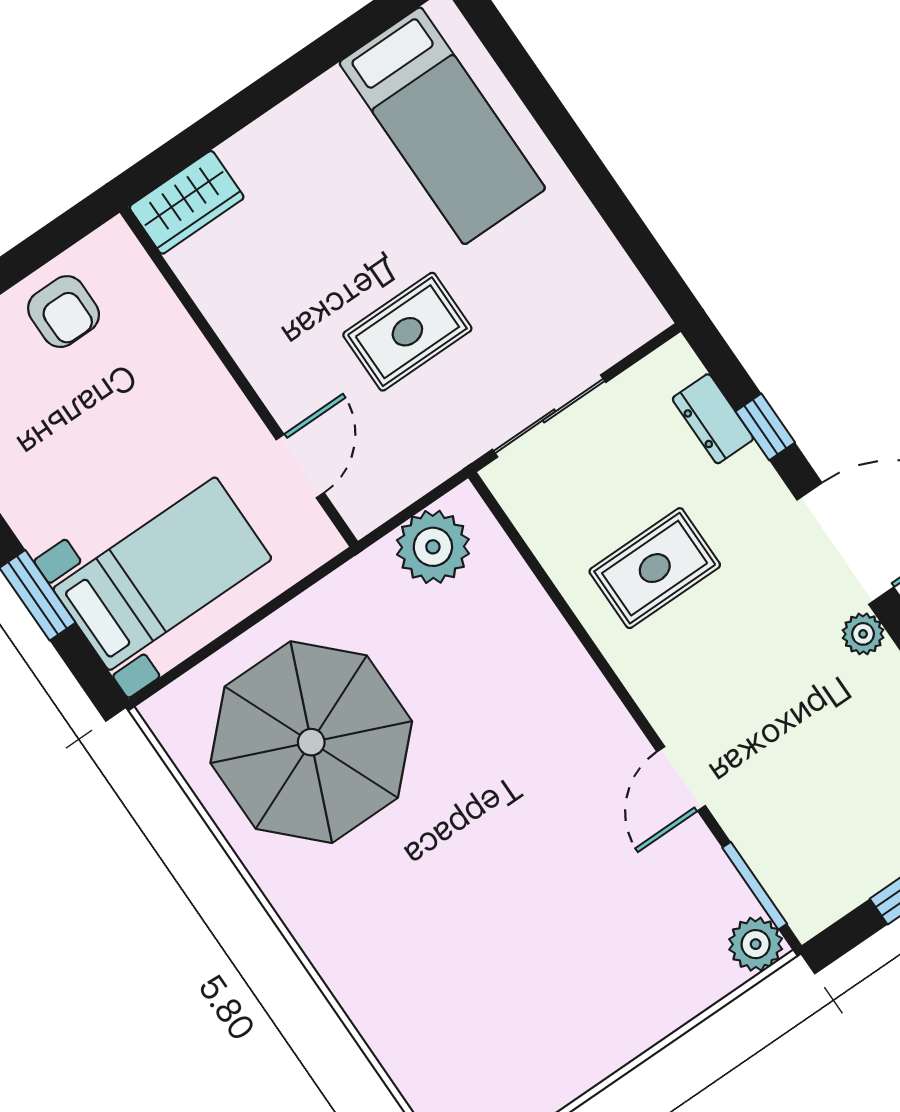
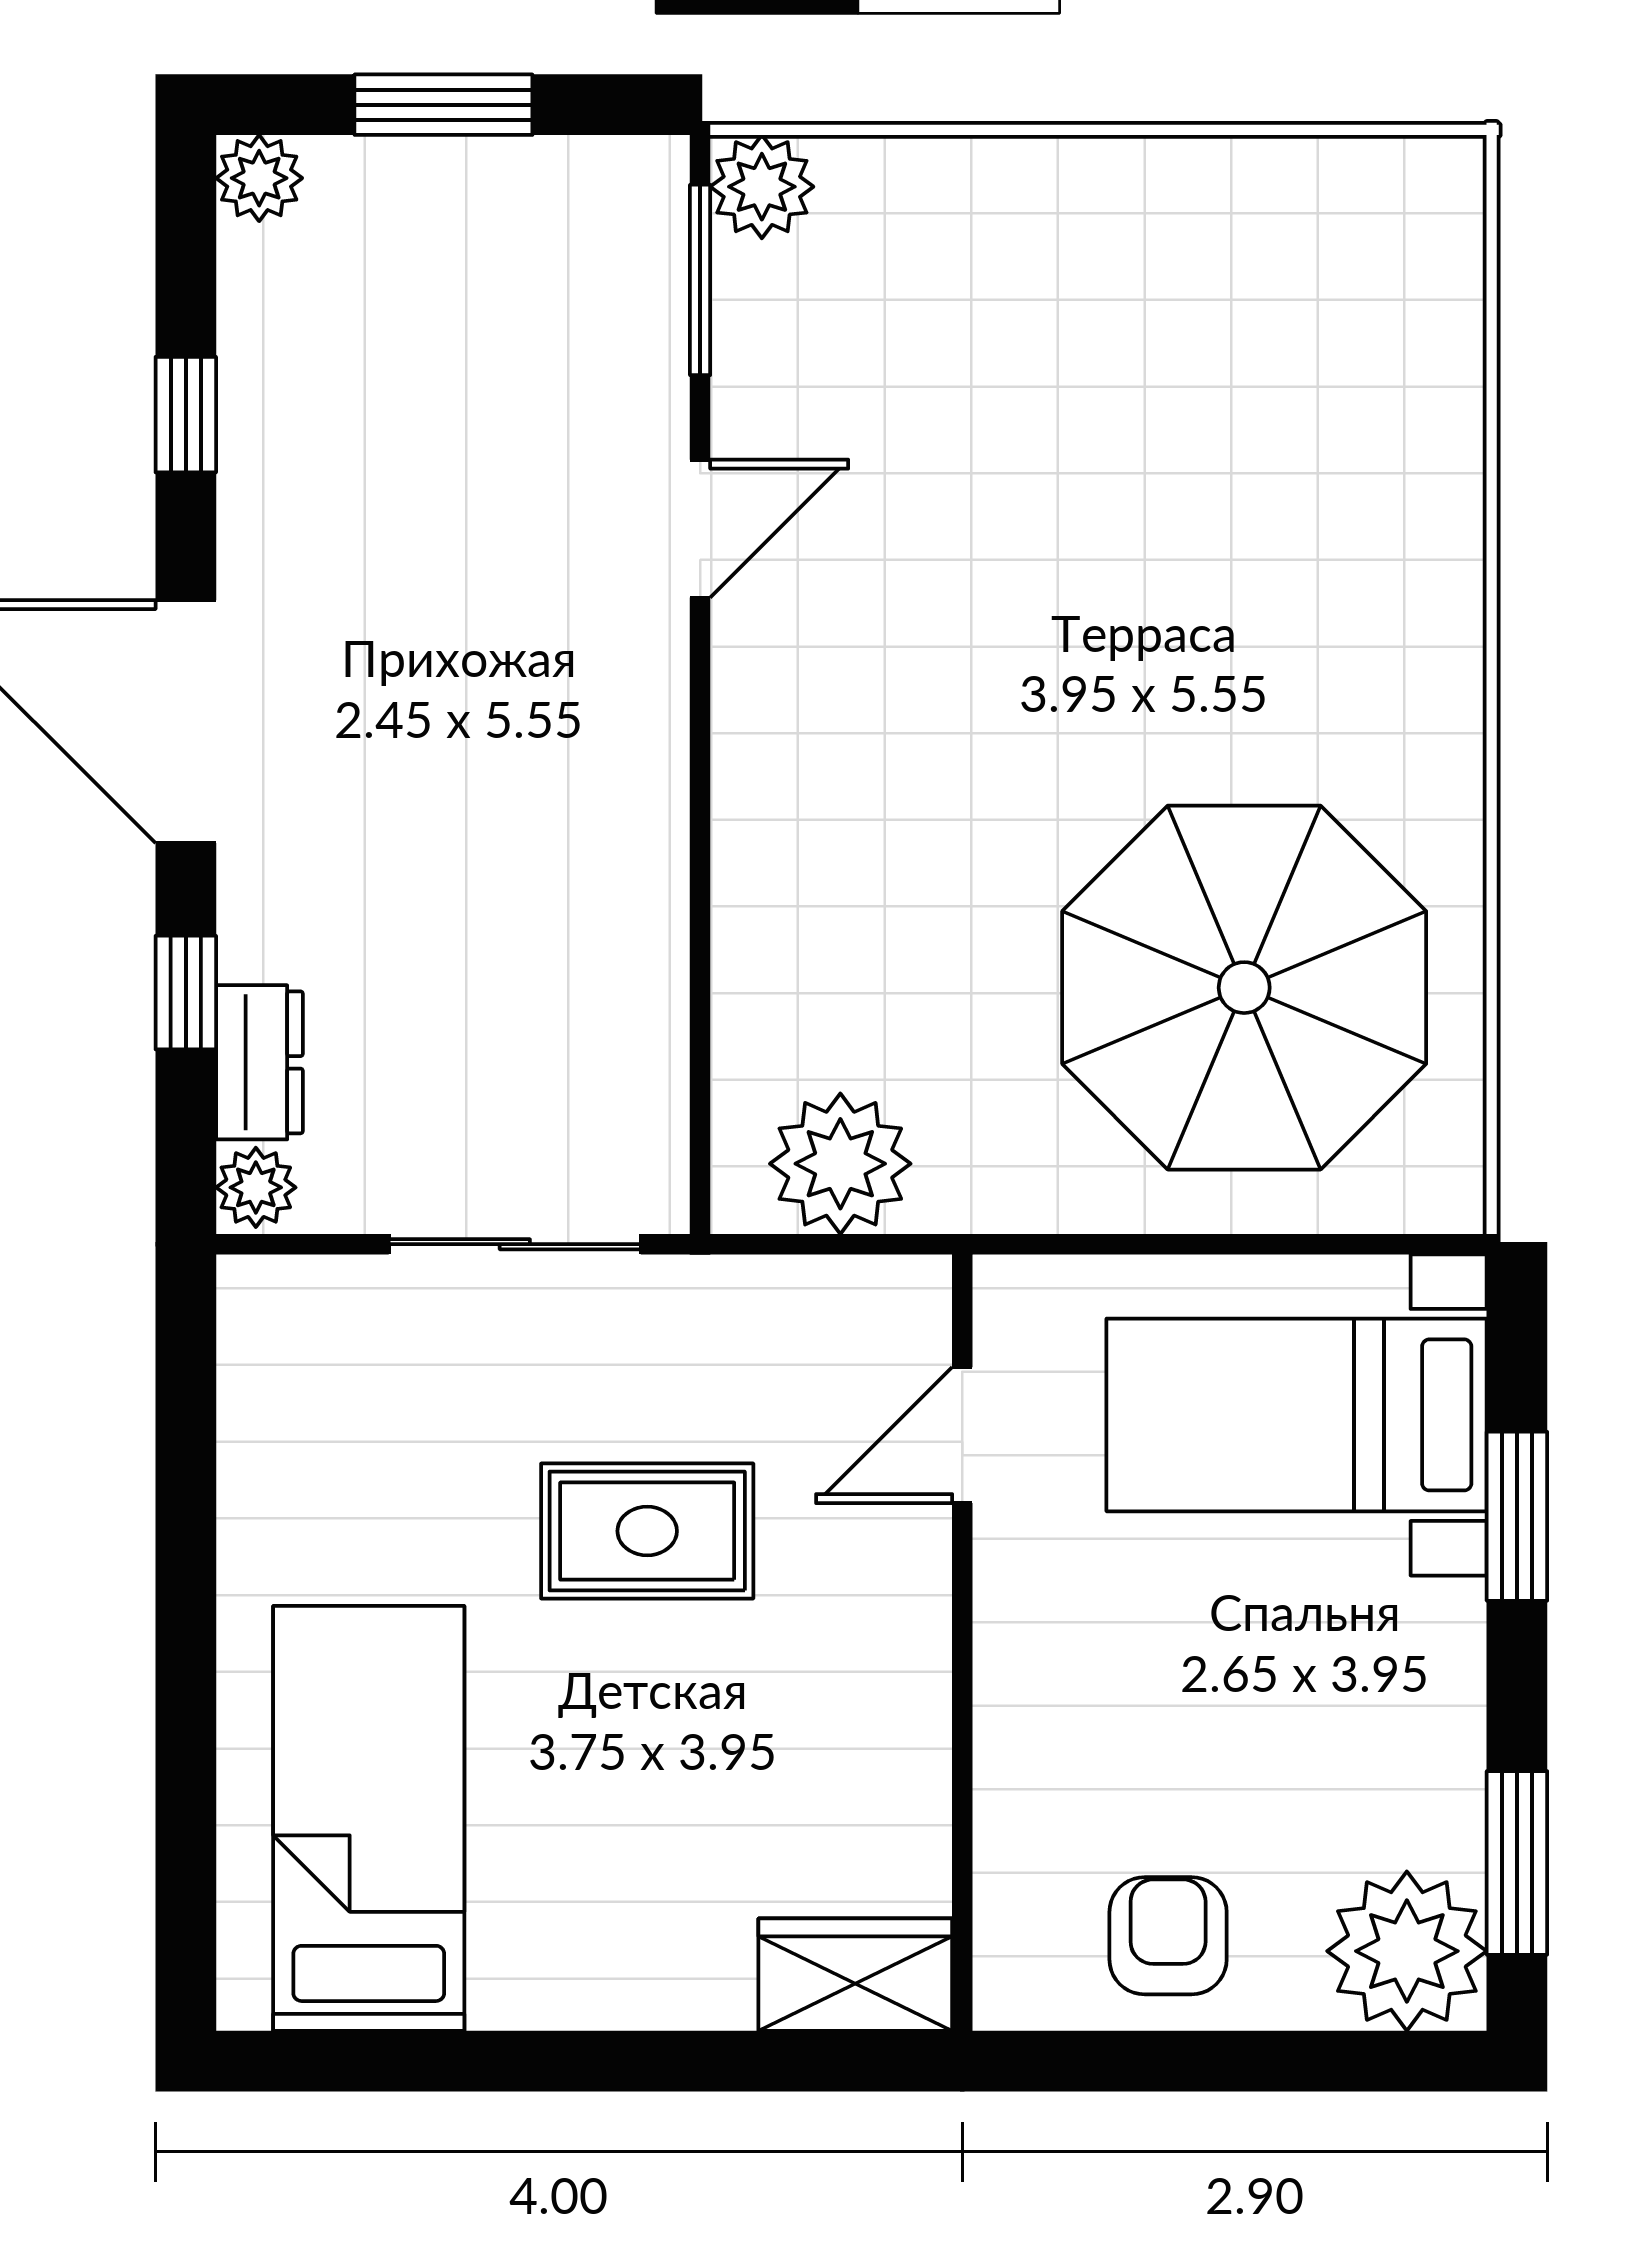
rug: (655, 568) -> (513, 890), removed
plant: (863, 634) -> (256, 1187), moved

